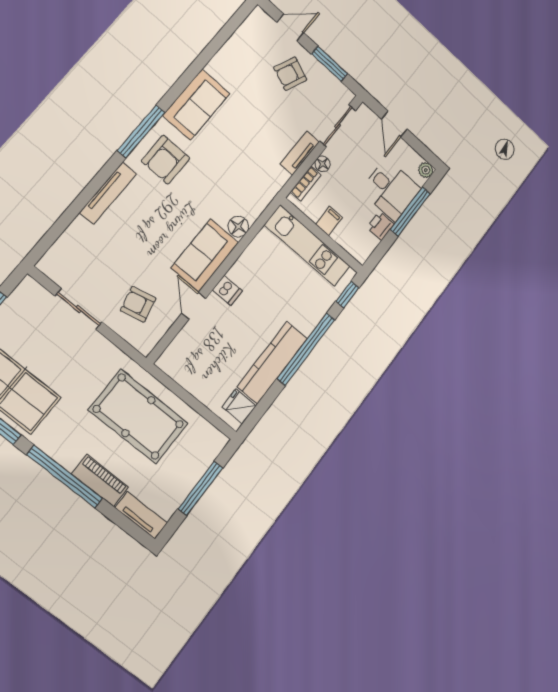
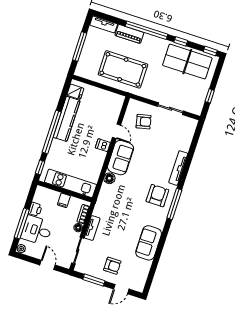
armchair: (290, 74) -> (112, 266), turned 68
sofa: (196, 104) -> (149, 243), moved

